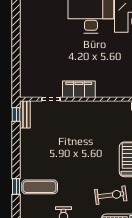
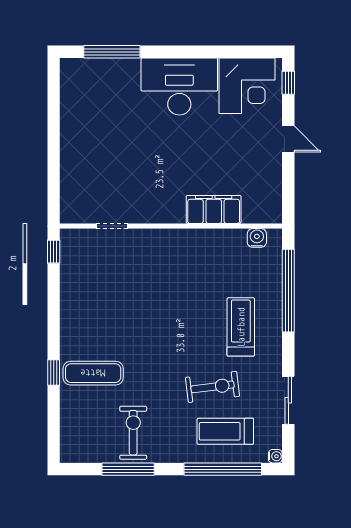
filing cabinet: (79, 89) -> (214, 209), moved
bench: (25, 114) -> (69, 251), removed

